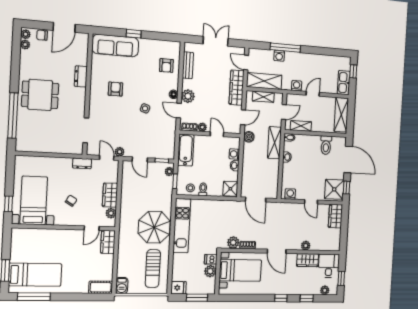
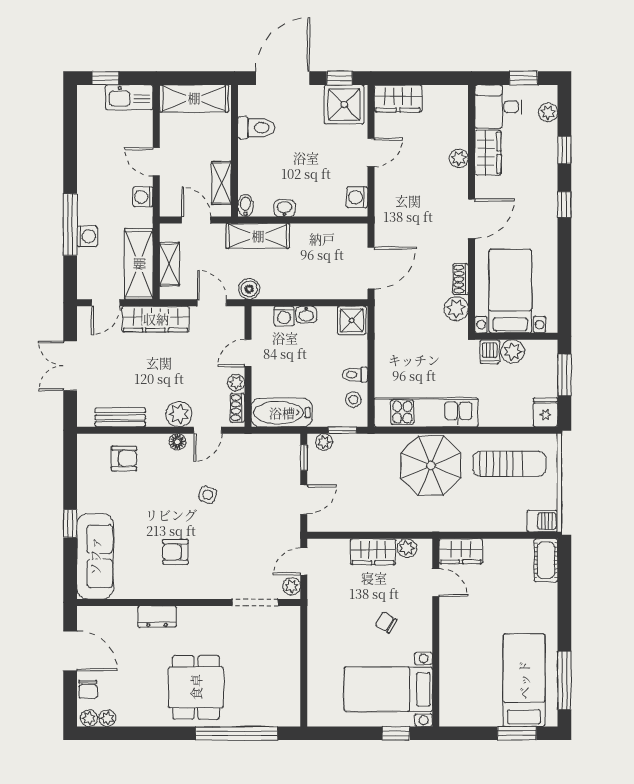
plant: (120, 152) -> (292, 586), moved
dresser: (82, 163) -> (317, 606), removed

